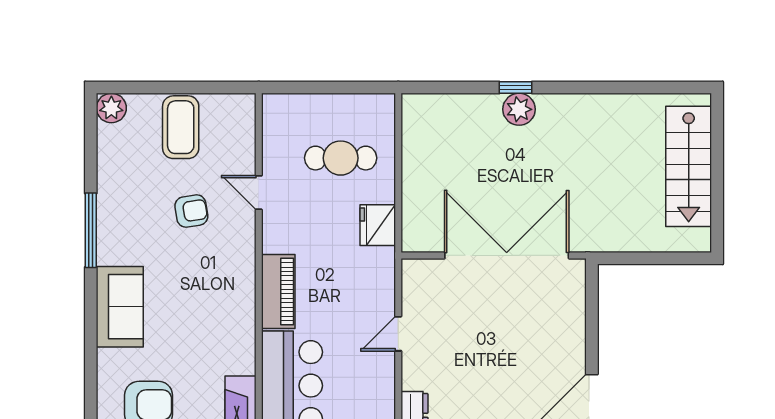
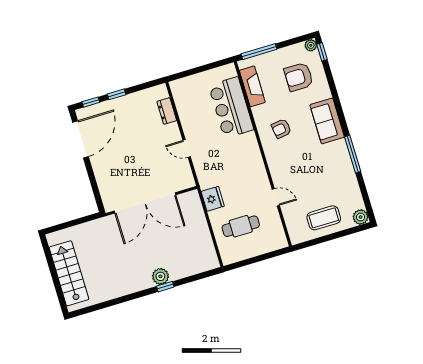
coffee table: (181, 127) -> (324, 218), turned 90
armchair: (191, 211) -> (281, 129), moved
piano: (278, 292) -> (252, 152), removed
door: (398, 334) -> (187, 149), swing flipped

